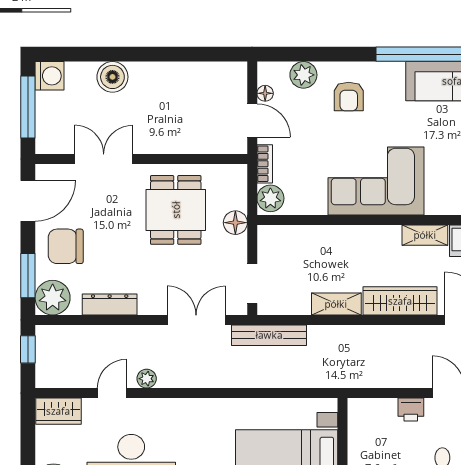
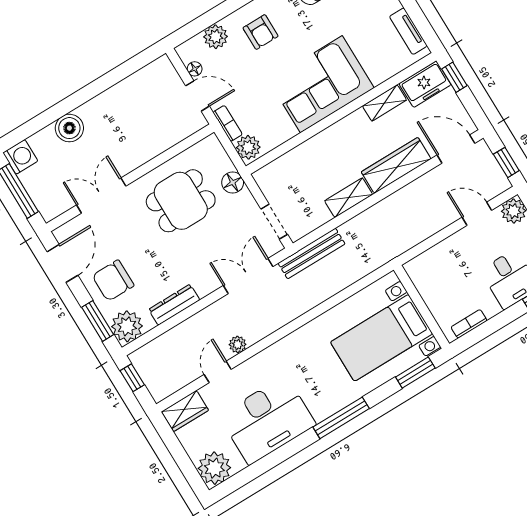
dining table: (176, 210) -> (181, 201), turned 90
printer: (411, 410) -> (456, 244), removed

